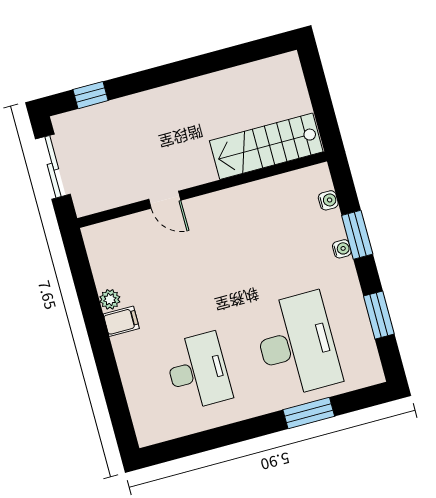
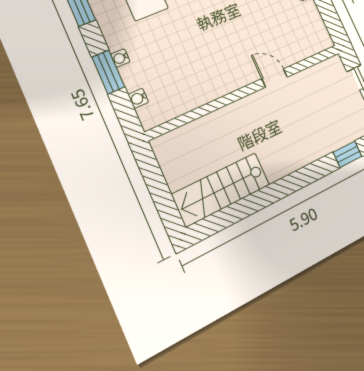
stairs: (266, 146) -> (221, 190), moved, turned 180

